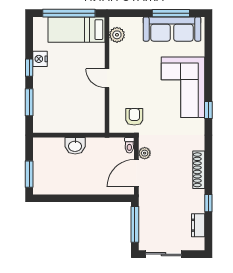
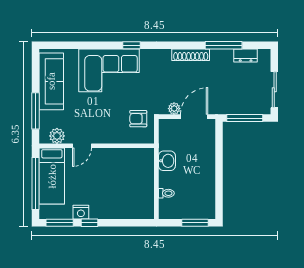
window: (171, 13) -> (36, 111), moved
door: (107, 78) -> (82, 146), moved
window: (29, 102) -> (60, 223), moved
toilet: (129, 145) -> (166, 193), moved
washbasin: (75, 146) -> (167, 161), moved
door: (136, 173) -> (194, 117), swing flipped
window: (208, 203) -> (224, 45), width x2.17

